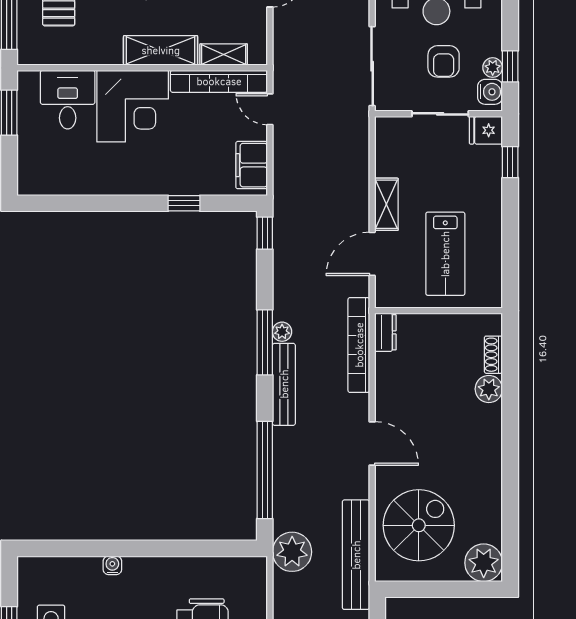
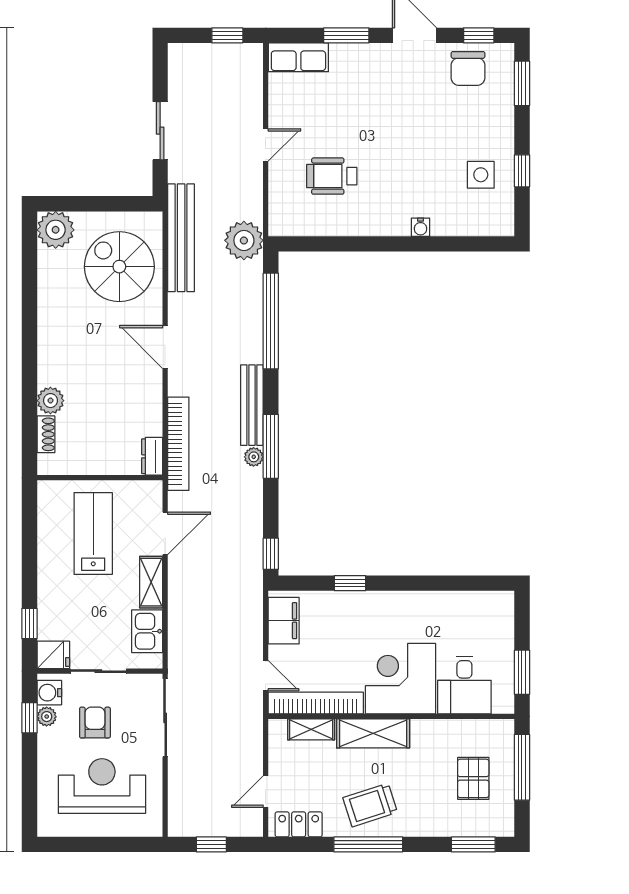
kitchen sink: (390, 154) -> (147, 631), added
spiral stairs: (419, 525) -> (119, 267), turned 90

